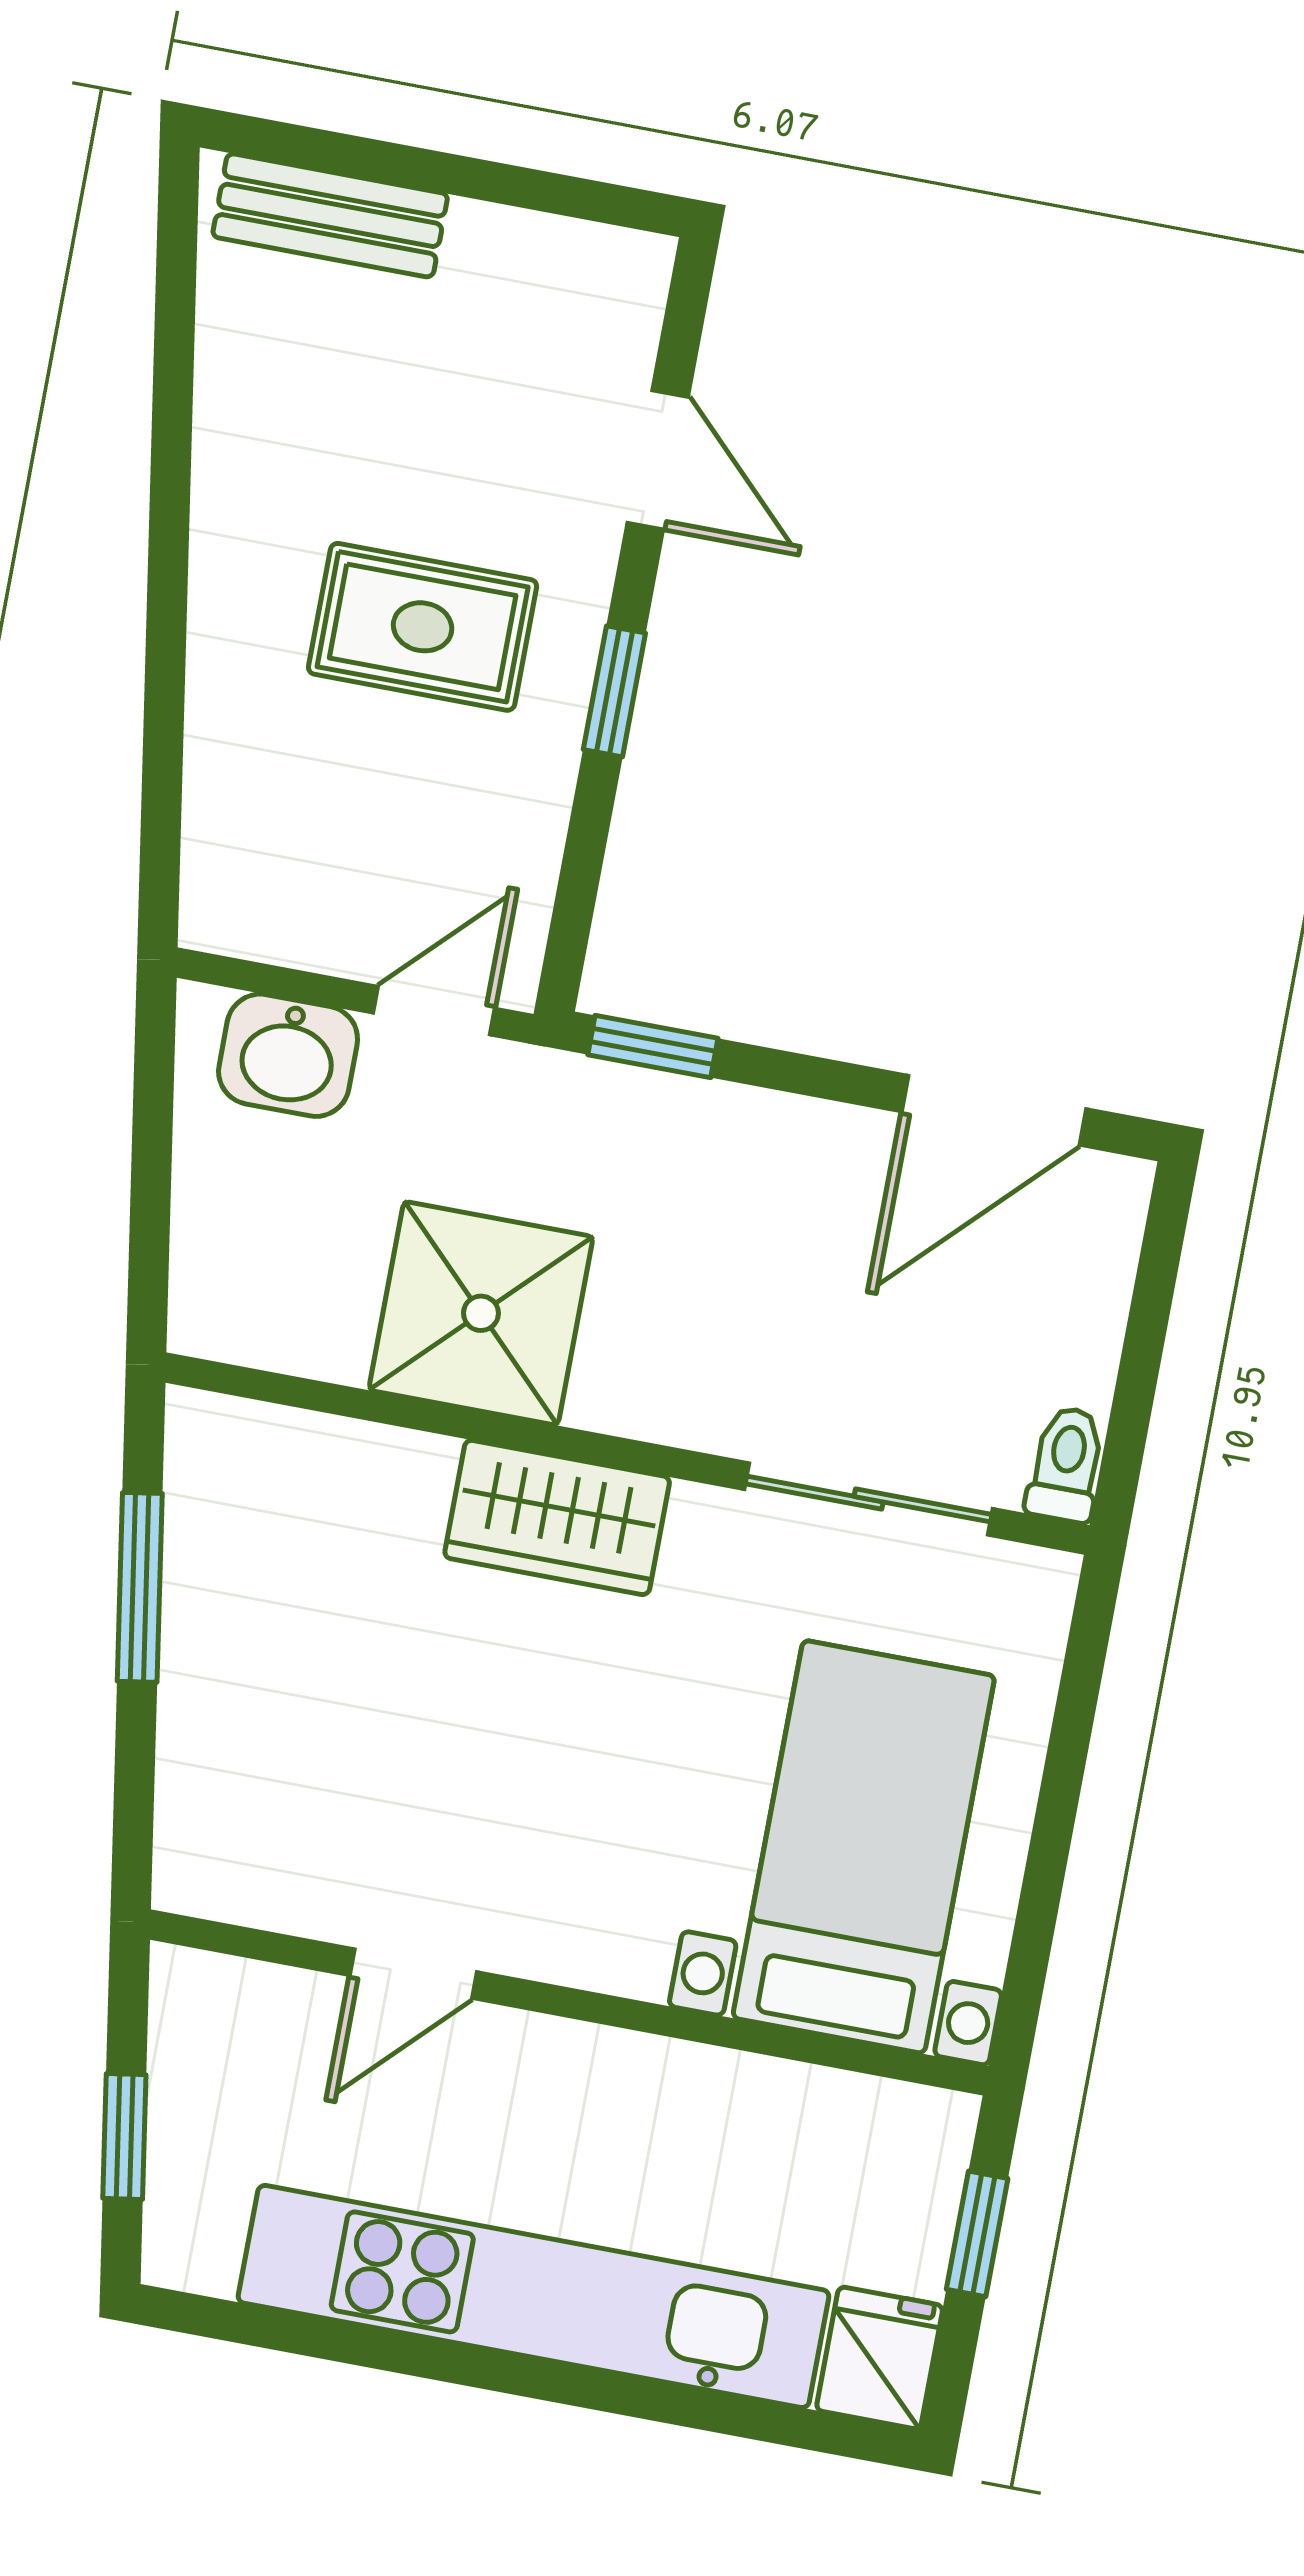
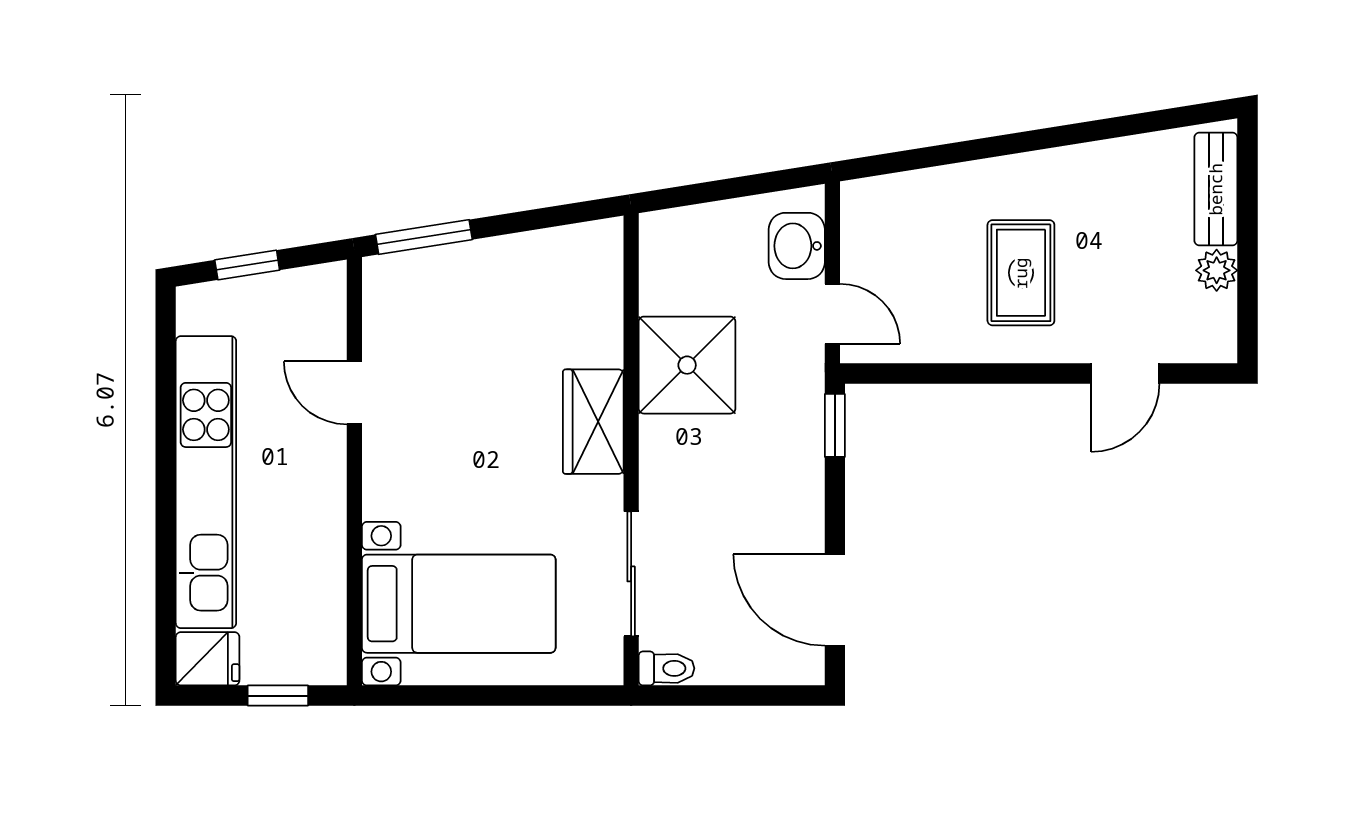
plant: (489, 244) -> (1217, 270), added
window: (614, 691) -> (1007, 374), removed
window: (140, 1587) -> (424, 237), moved

